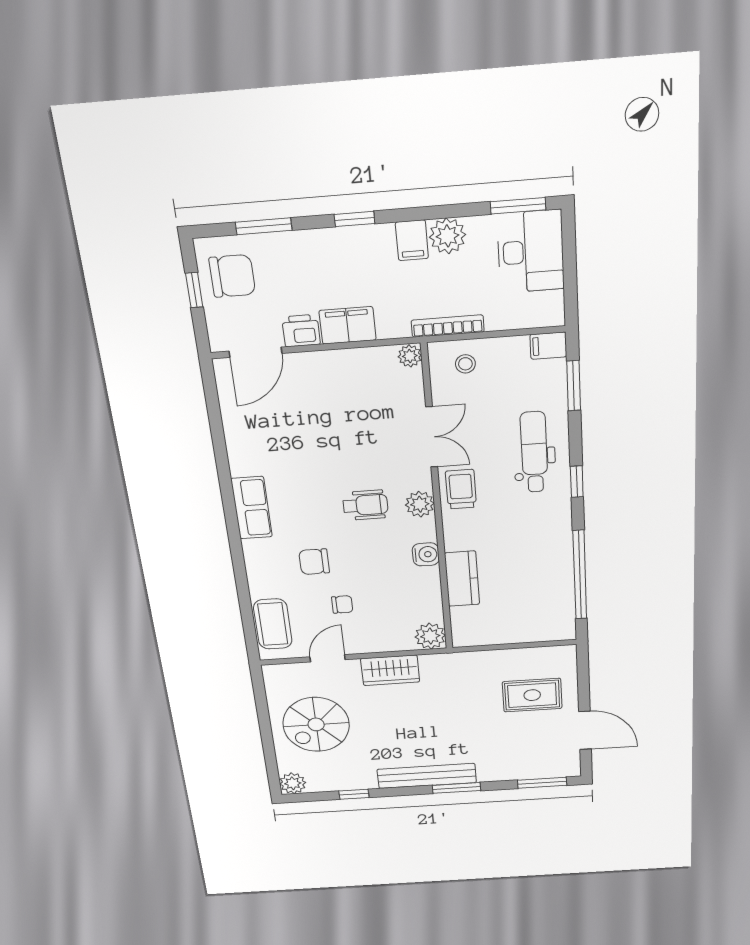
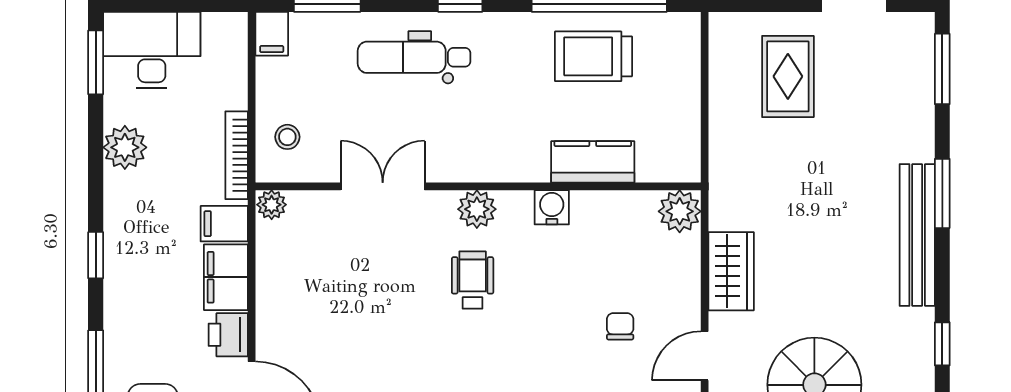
filing cabinet: (412, 240) -> (224, 224), moved, turned 180
trolley: (461, 489) -> (594, 56), moved, width x1.36, depth x1.39
chair: (314, 562) -> (551, 356), removed
door: (328, 658) -> (705, 356), hinge flipped

